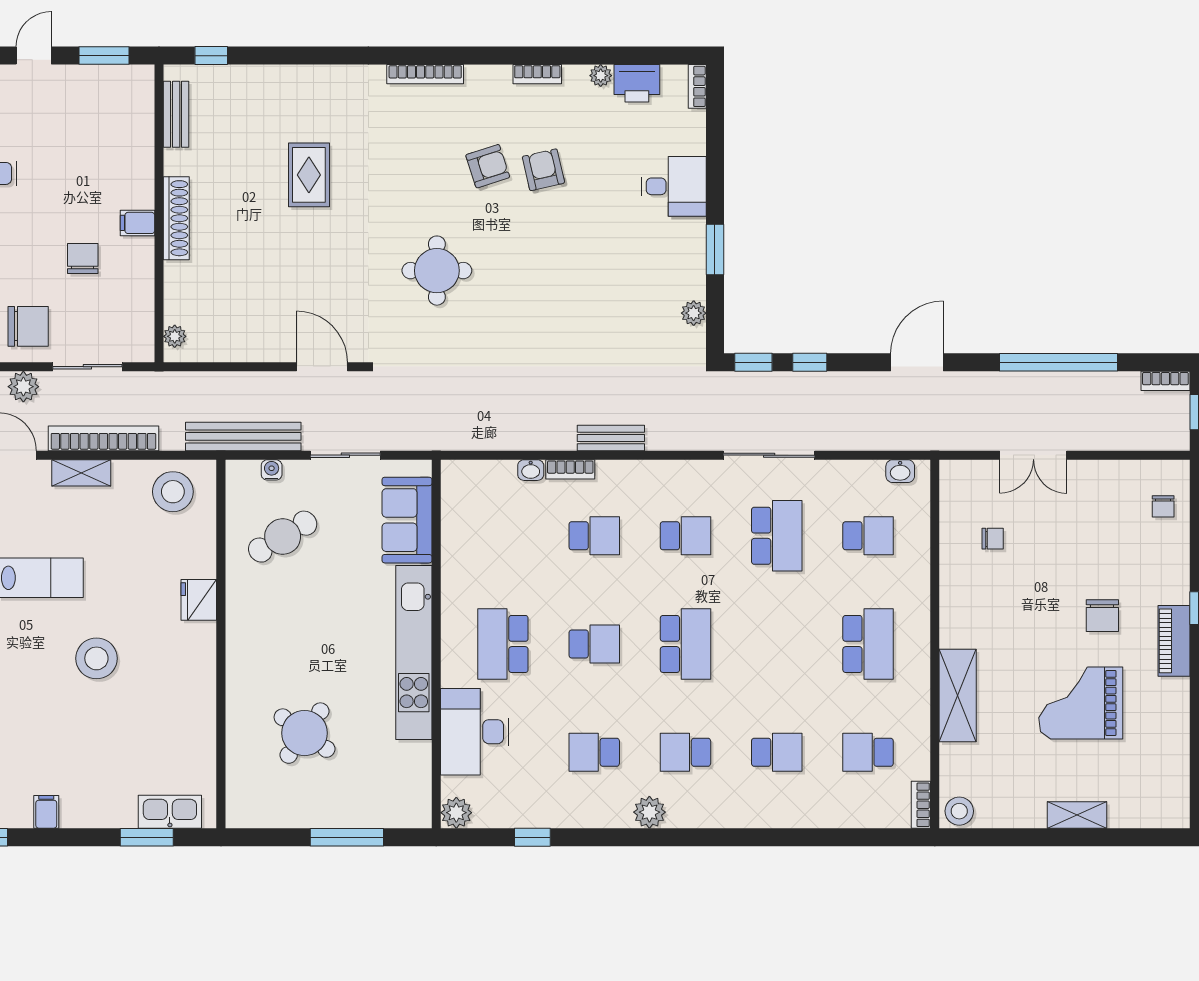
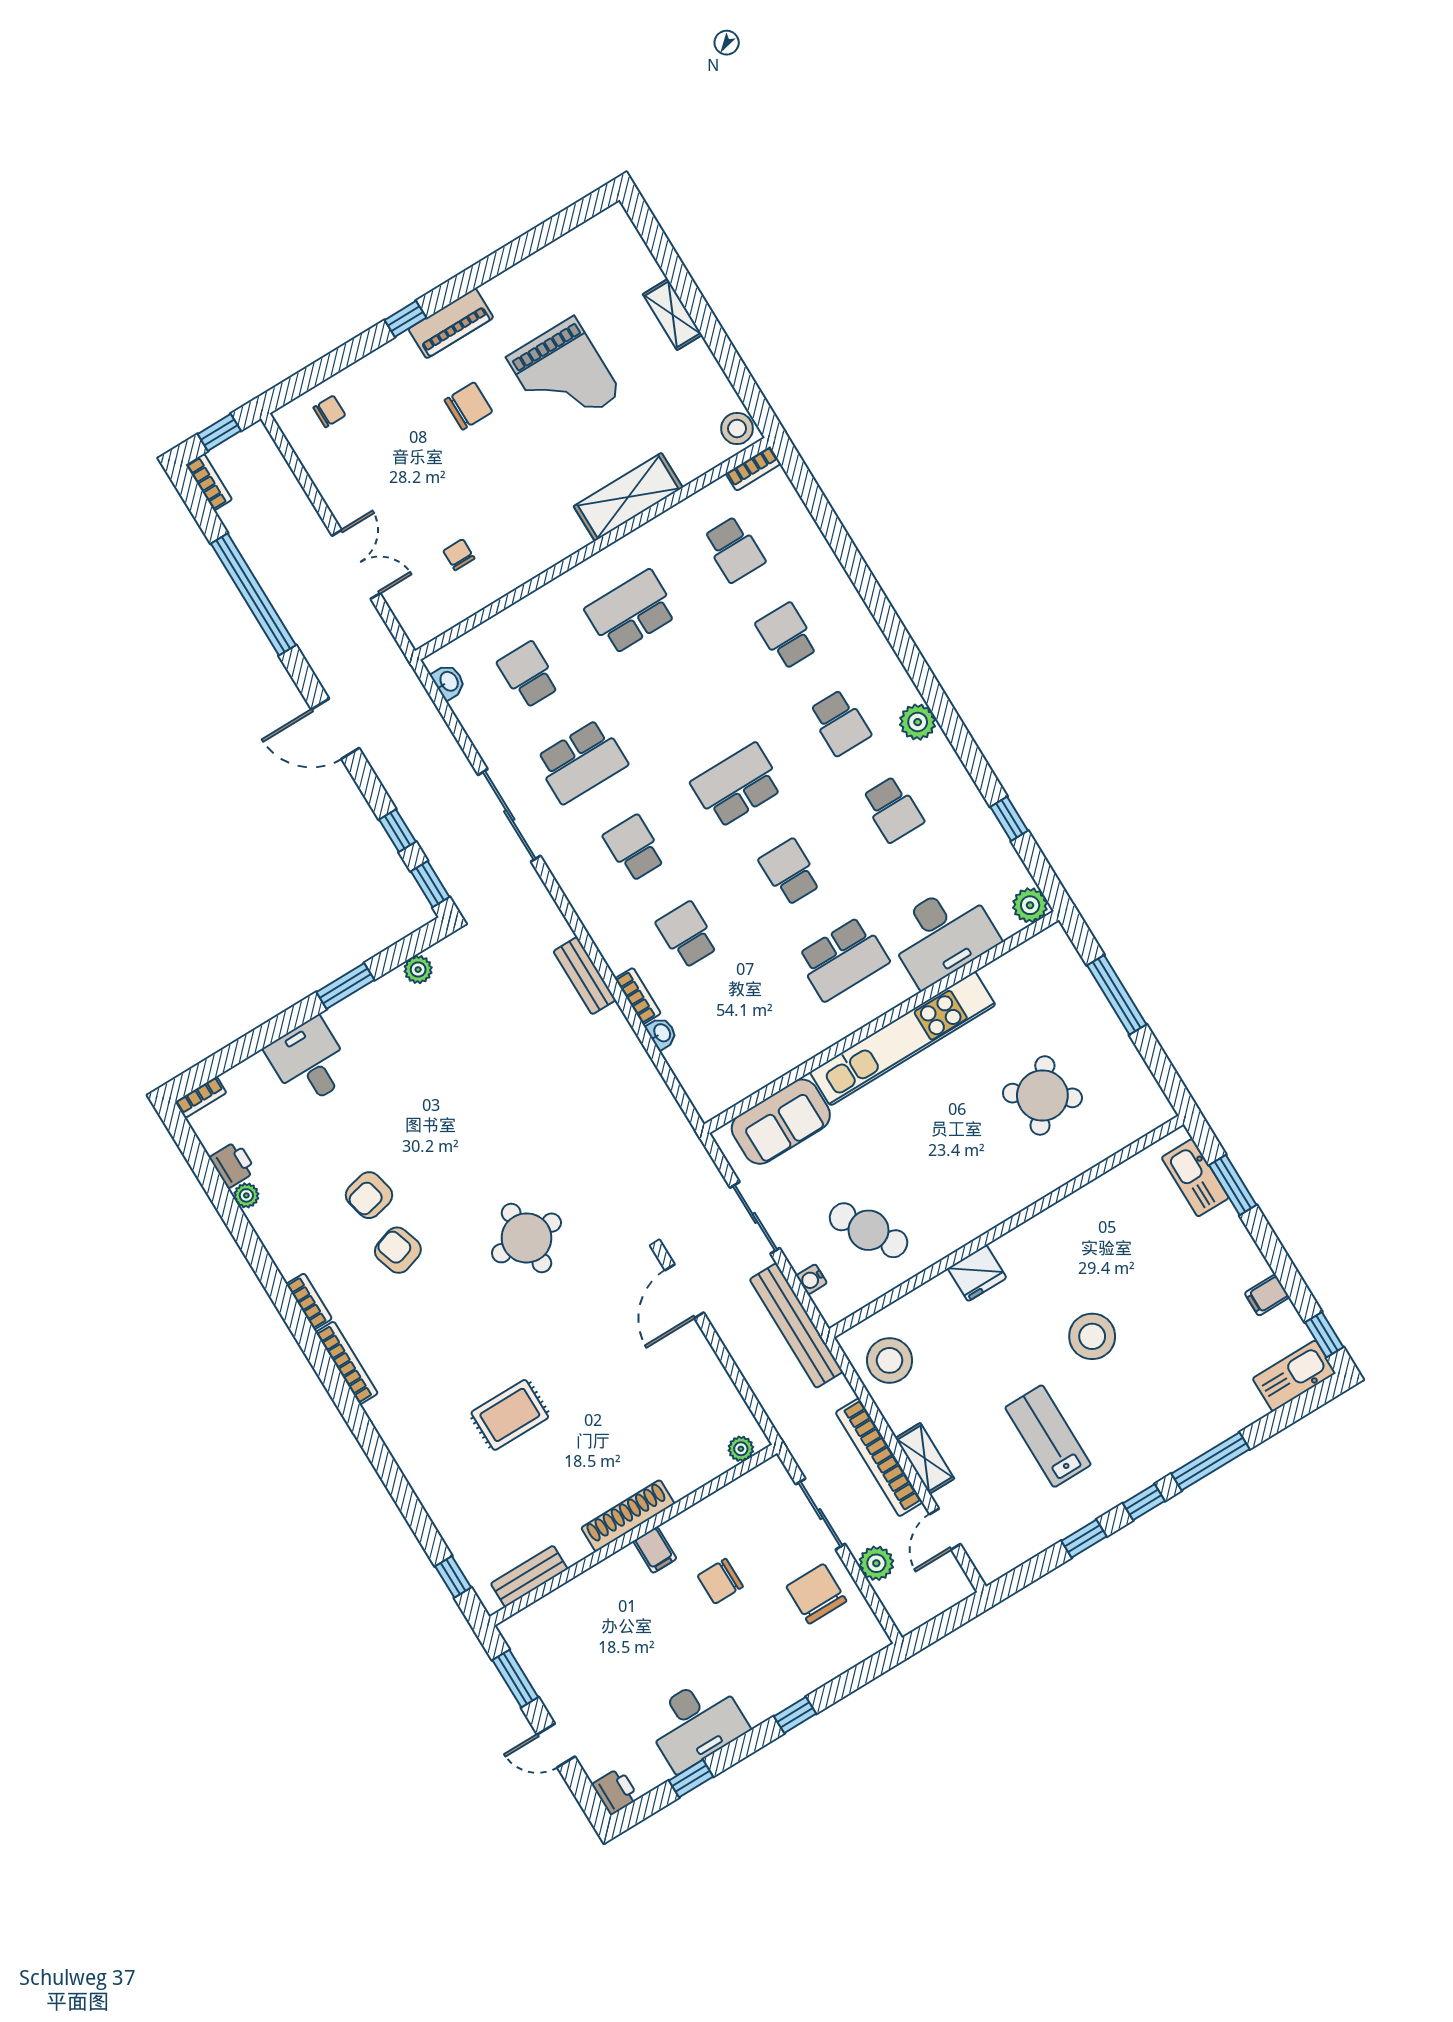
bookcase: (537, 74) -> (309, 1301), moved
printer: (637, 83) -> (233, 1164), width x0.73, depth x0.81
school desk: (777, 536) -> (581, 761), turned 180

